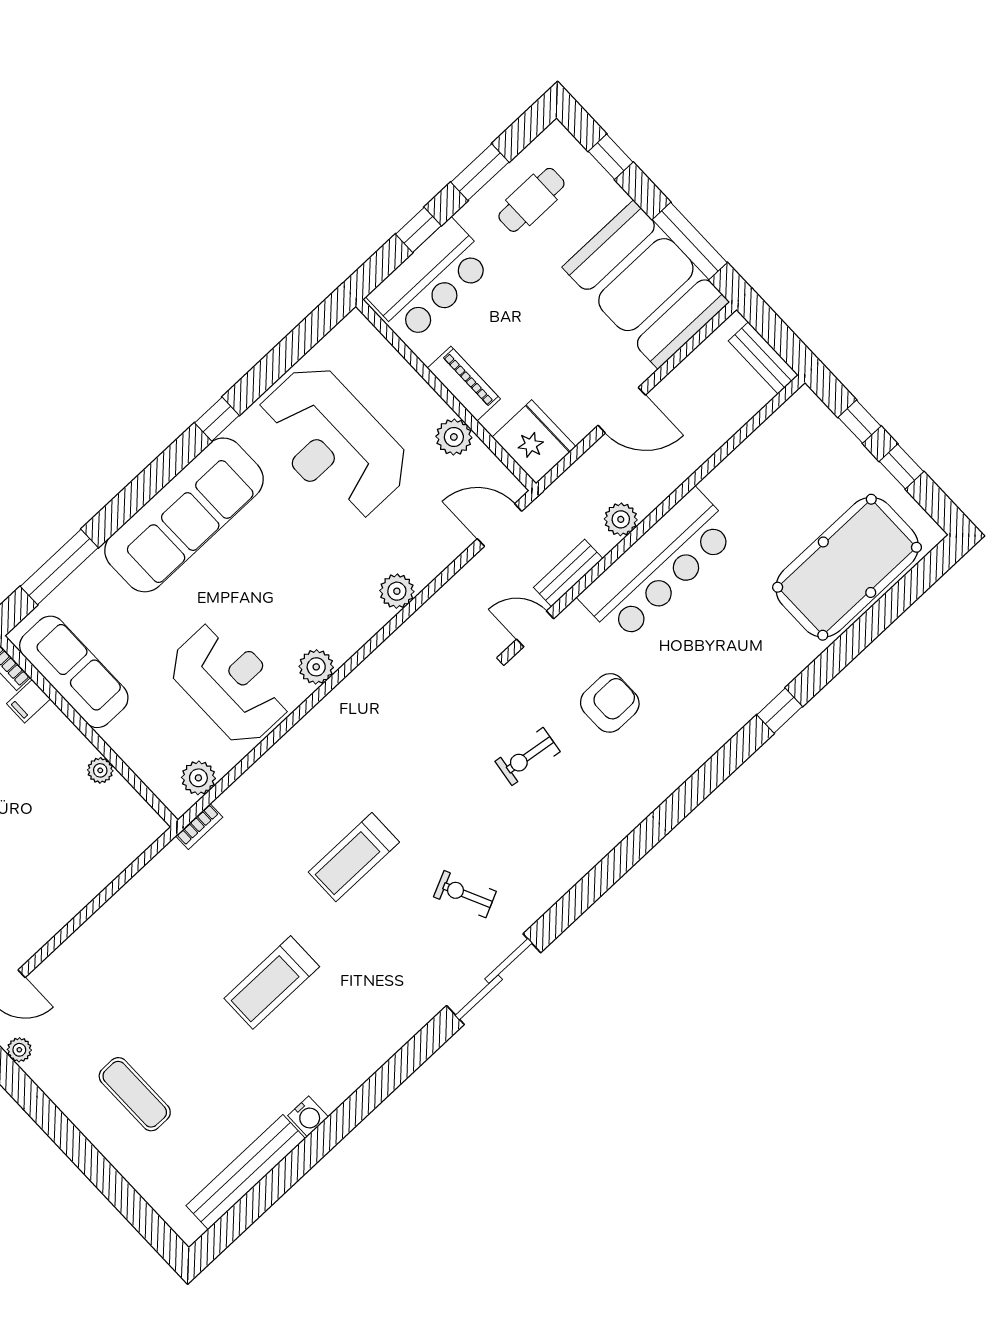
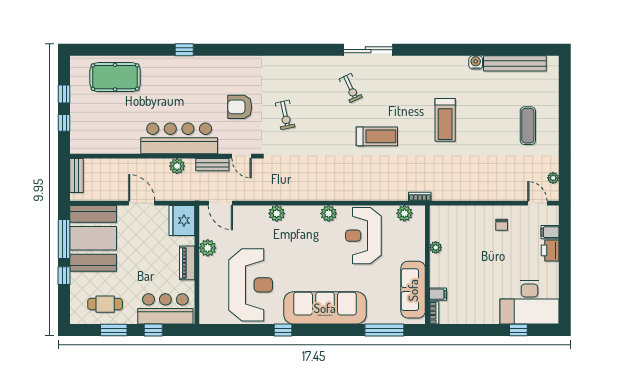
window: (611, 157) -> (64, 276), moved
pool table: (847, 567) -> (115, 77), width x0.73, depth x0.76
exercise bike: (528, 756) -> (285, 115), turned 70
chair: (31, 902) -> (502, 225), added
treadmill: (272, 982) -> (445, 120), turned 90

